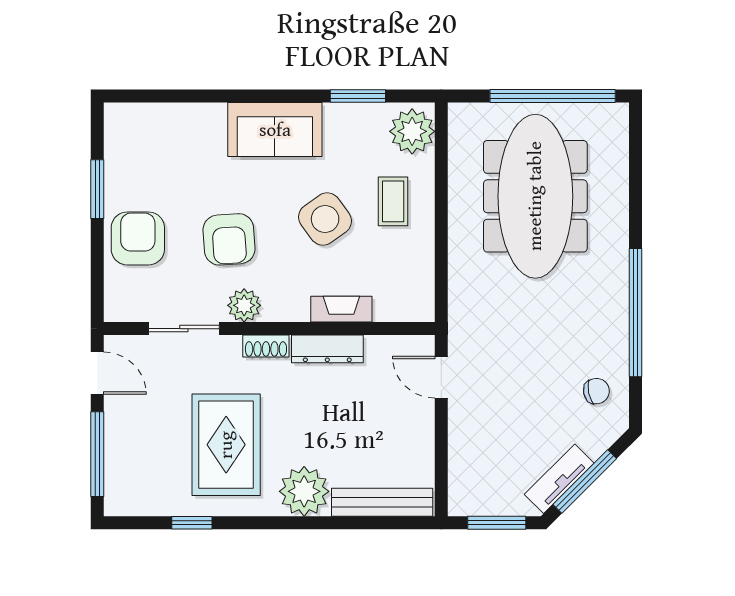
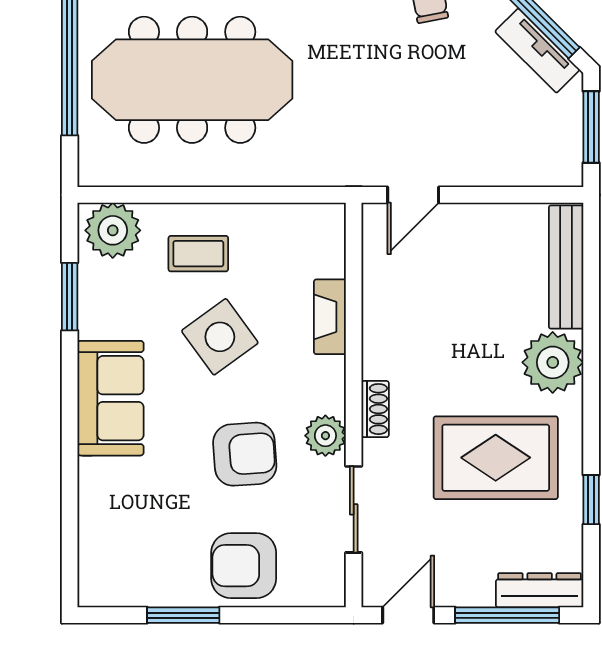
dresser: (327, 349) -> (540, 590), moved, turned -90

